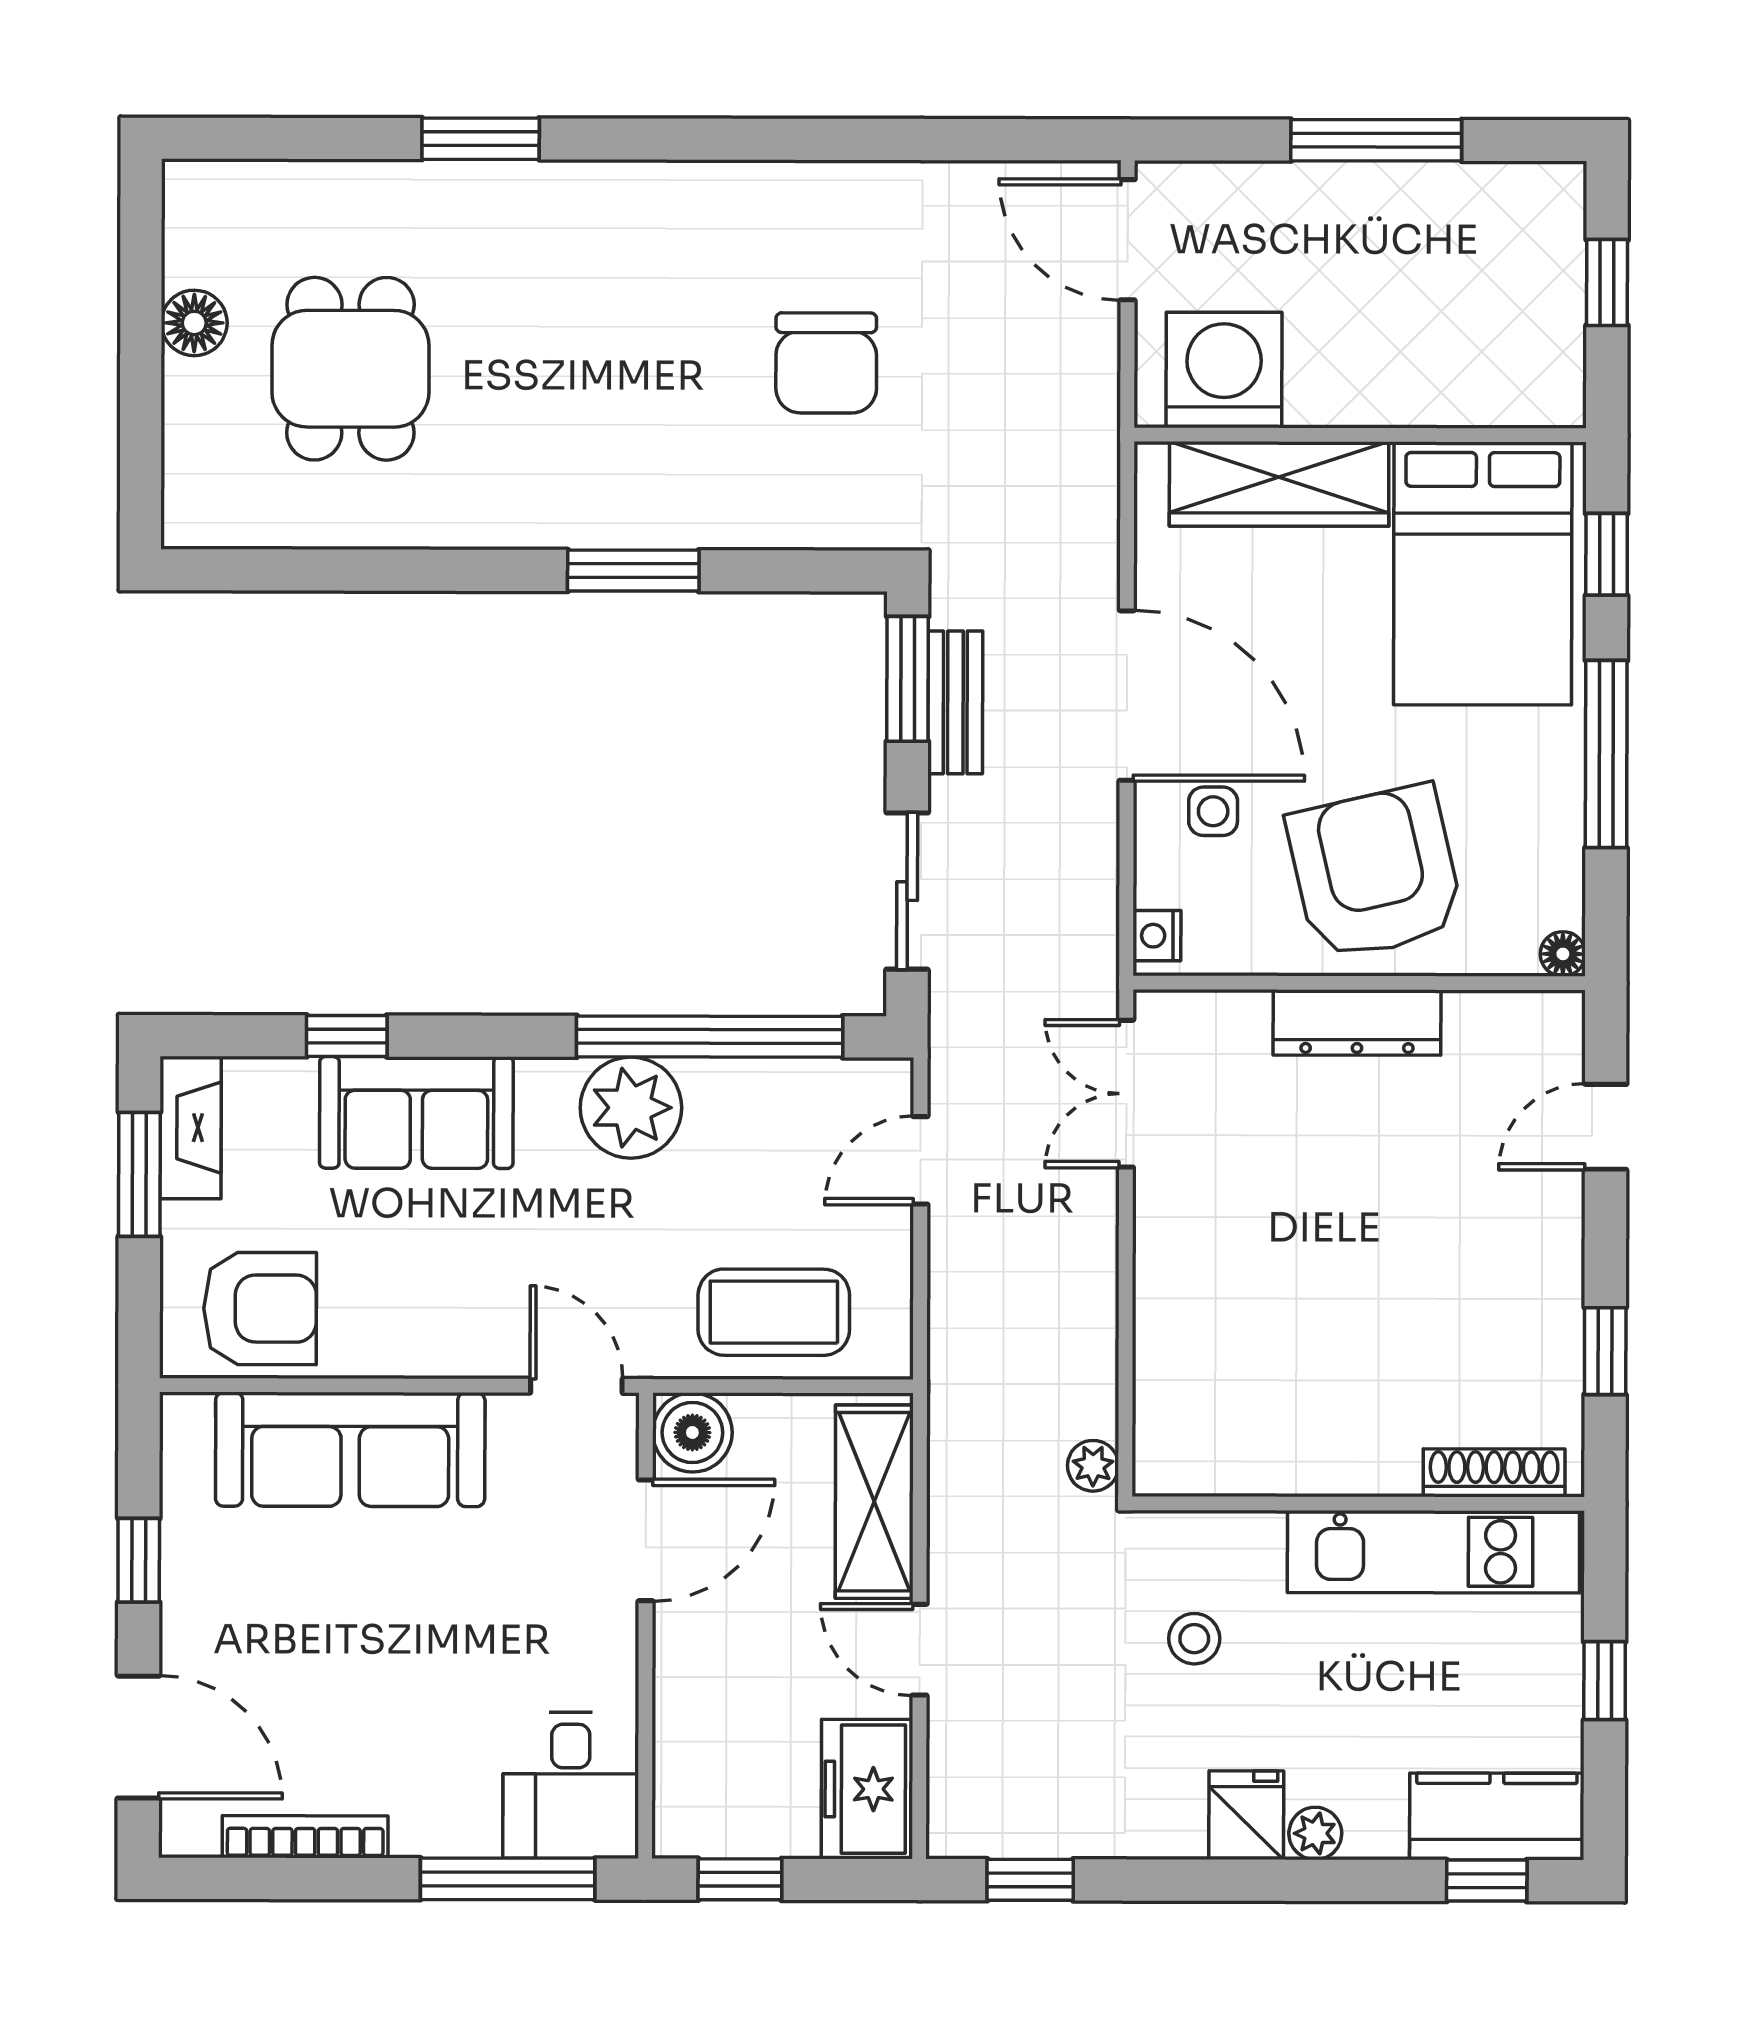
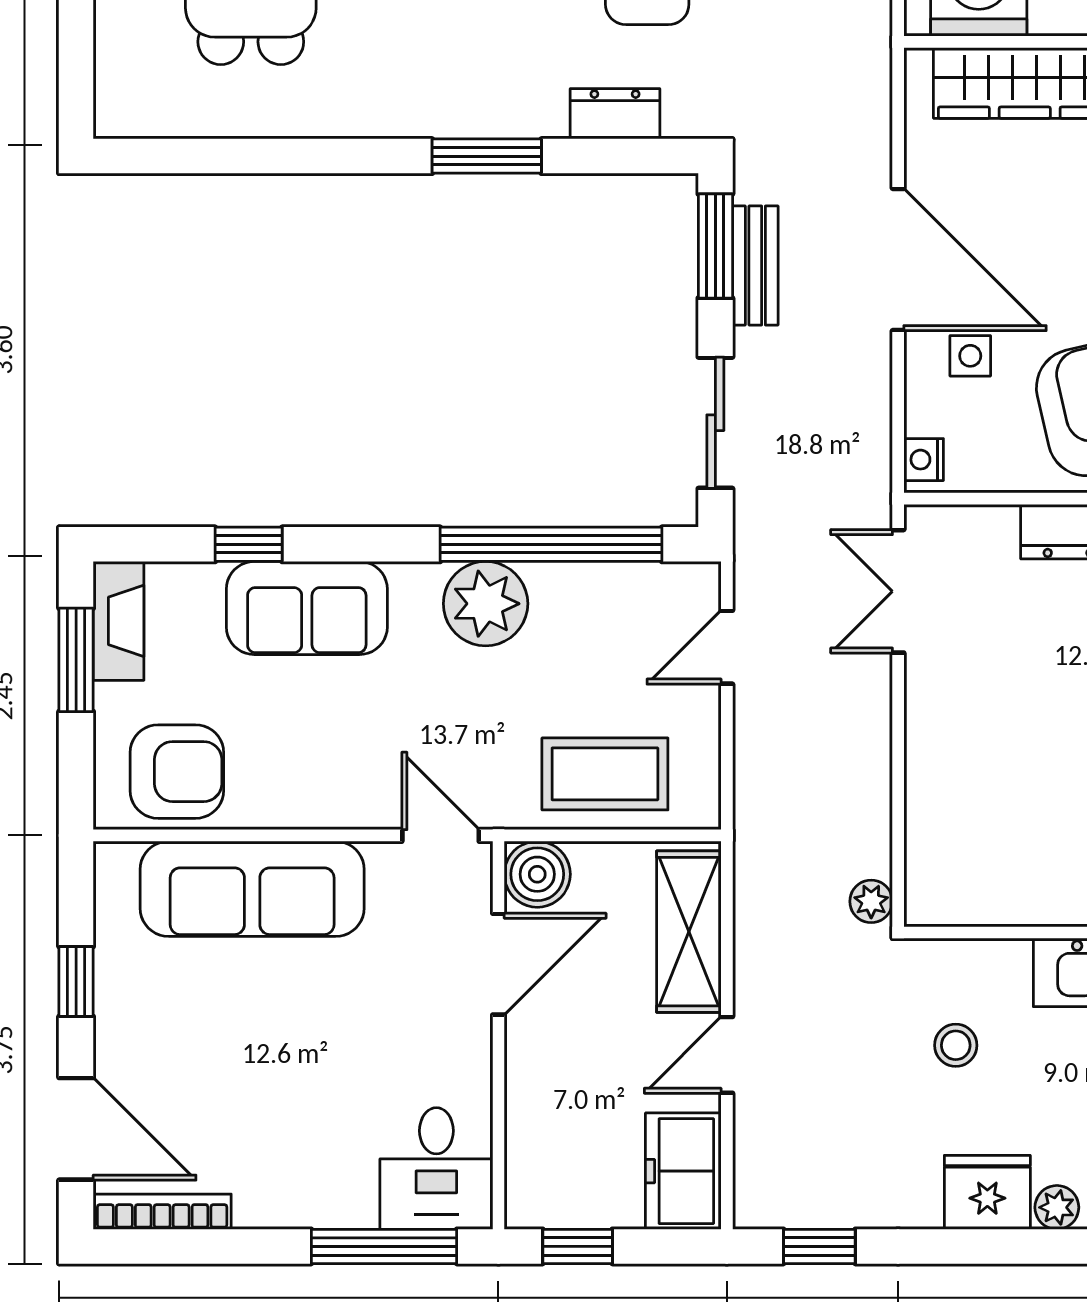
dresser: (787, 520) -> (615, 114), added
door: (920, 1650) -> (727, 1055), hinge flipped
fridge: (1246, 1815) -> (987, 1192), width x1.38
bookcase: (305, 1837) -> (162, 1212), moved

